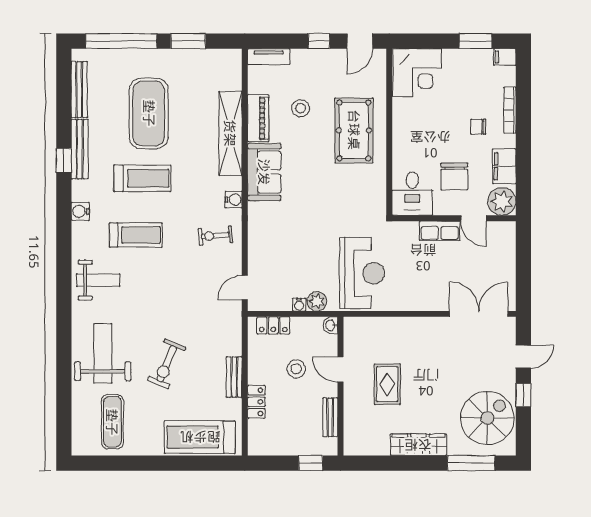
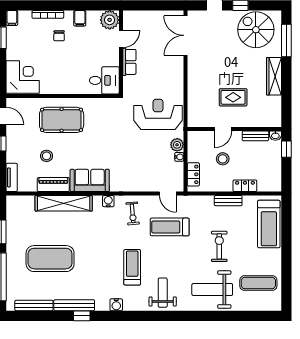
filing cabinet: (504, 166) -> (80, 18), width x0.50
chair: (454, 176) -> (93, 52), removed
treadmill: (142, 178) -> (170, 227), moved, turned -90
washbasin: (331, 325) -> (275, 136), moved
exercise bike: (167, 364) -> (219, 246), turned -113

